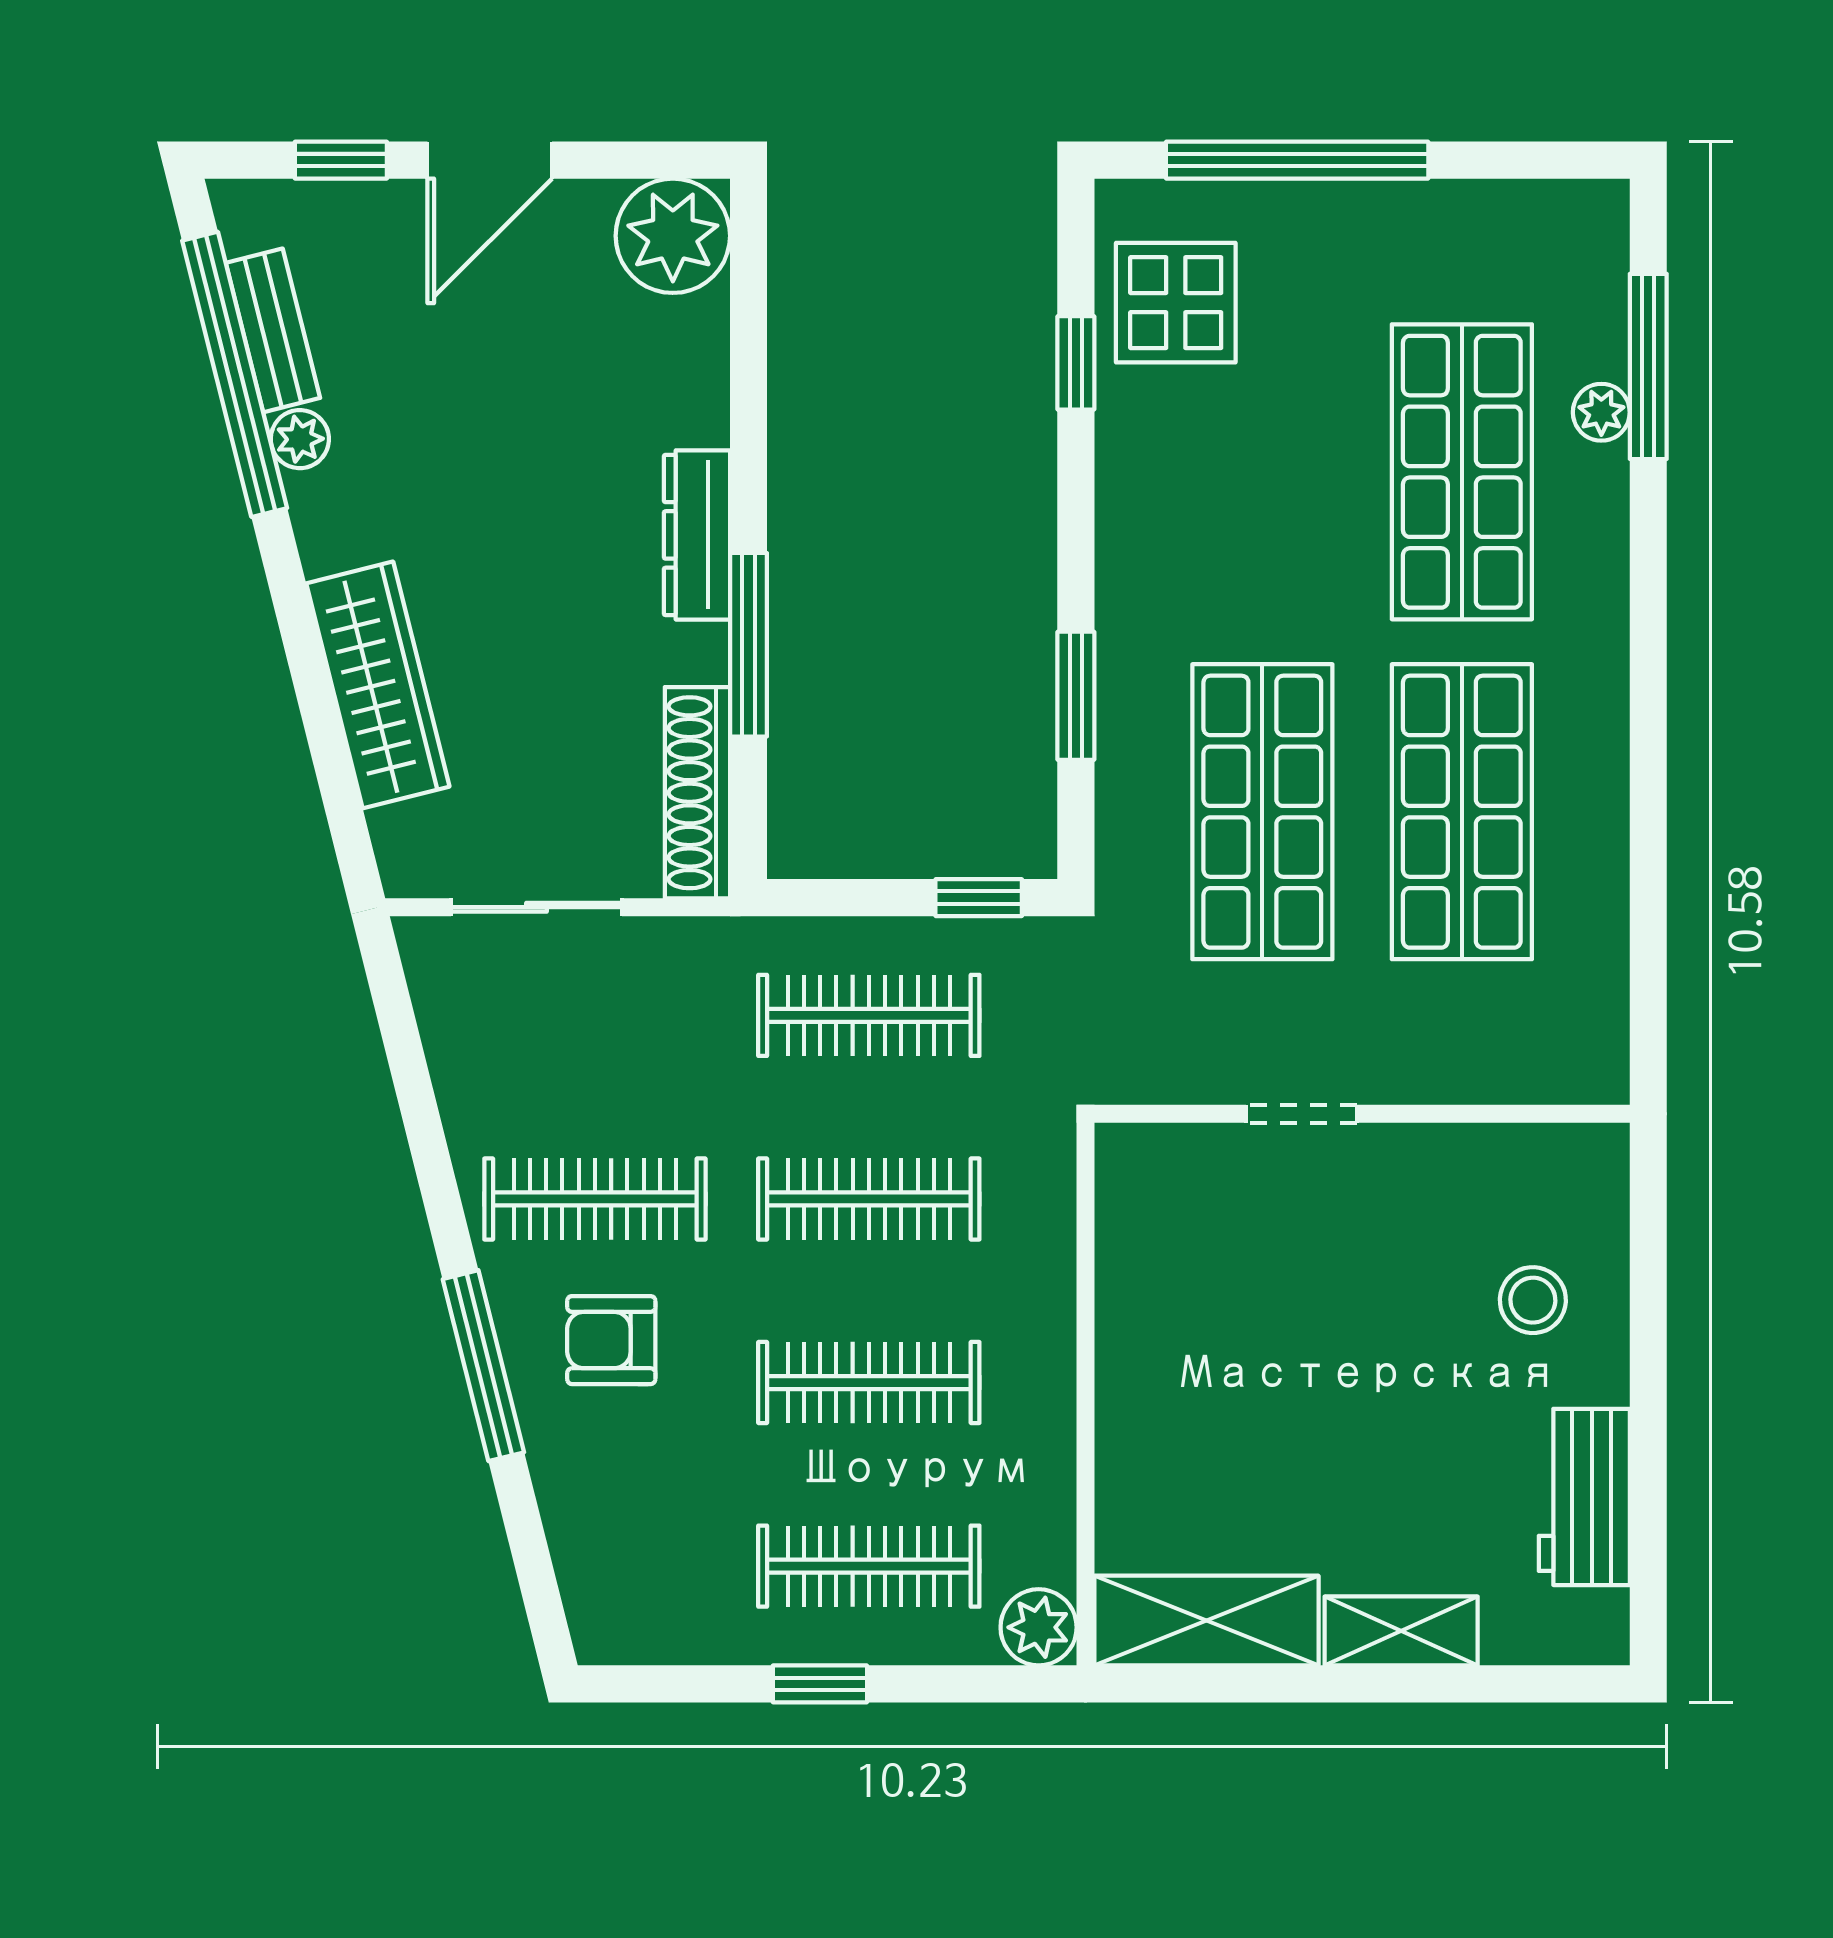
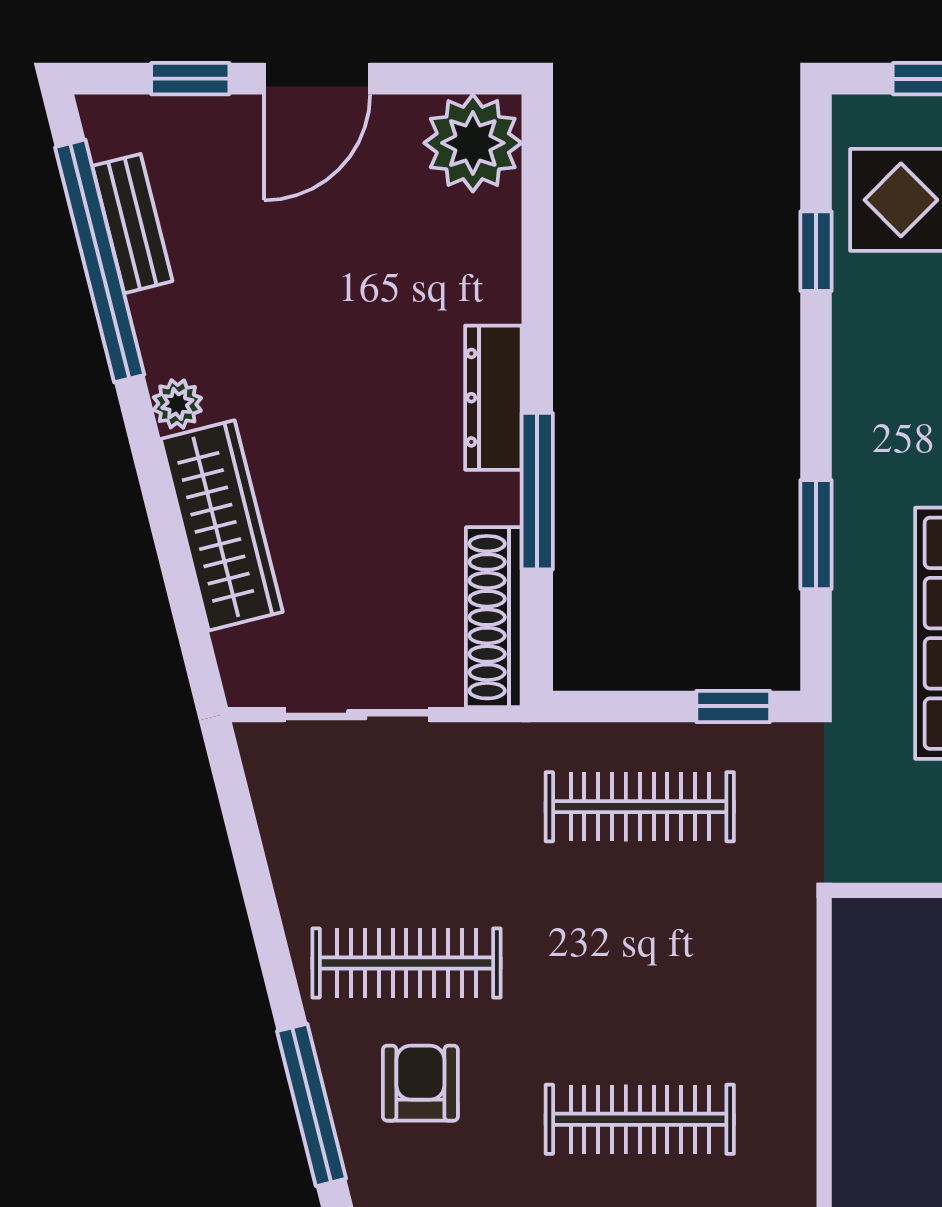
plant: (300, 439) -> (177, 404), moved
clothes rail: (869, 1199) -> (640, 963), removed
armchair: (611, 1340) -> (420, 1083), turned 90

